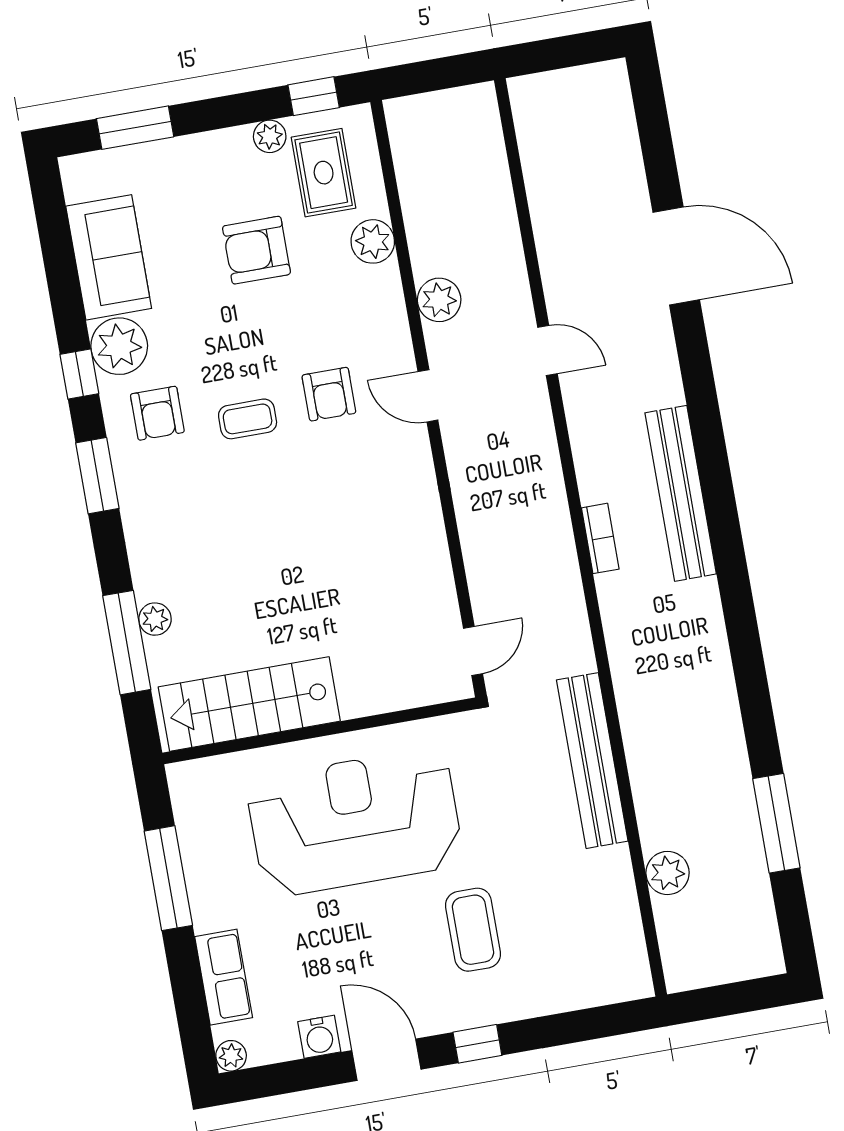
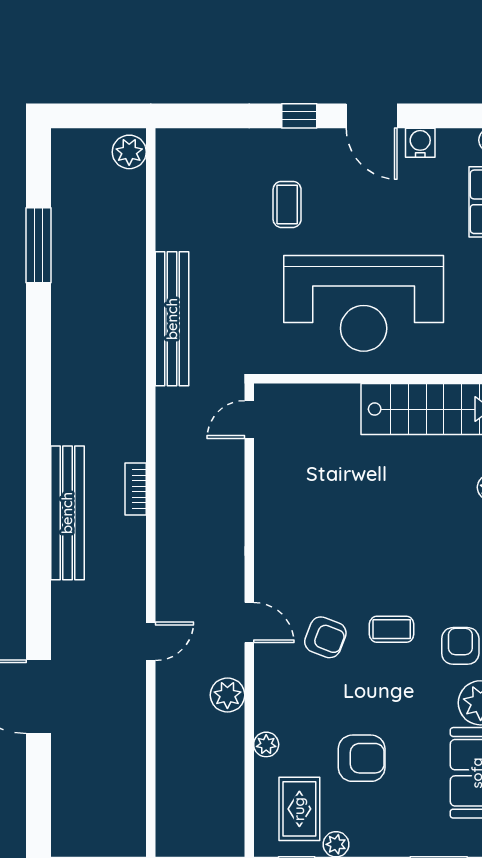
plant: (373, 241) -> (266, 744), width x0.73, depth x0.73
door: (548, 350) -> (151, 641), swing flipped
armchair: (329, 394) -> (325, 637), turned 111
plant: (668, 873) -> (129, 152), moved
coffee table: (473, 930) -> (287, 204), width x0.73, depth x0.77

